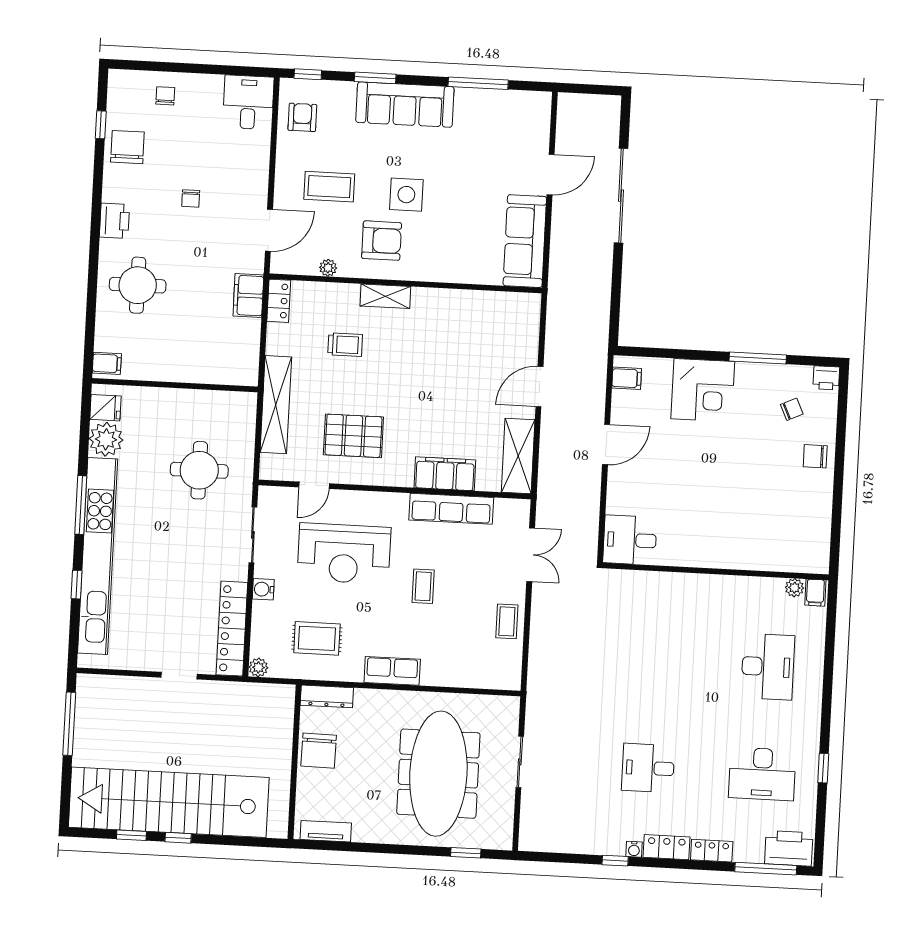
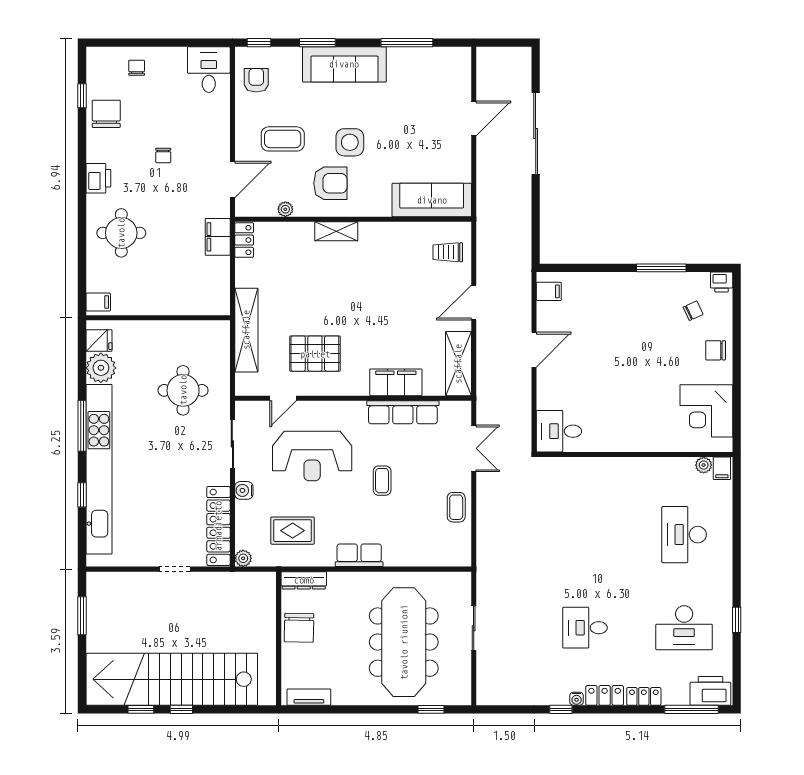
sofa: (525, 241) -> (432, 200), moved, turned 90
trolley: (345, 345) -> (448, 252), moved, turned 180
corner desk: (703, 390) -> (706, 411), moved, turned 90
desk: (768, 667) -> (684, 535), turned 180
window: (69, 724) -> (82, 616), width x0.69

